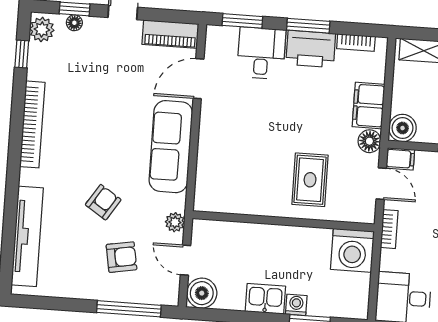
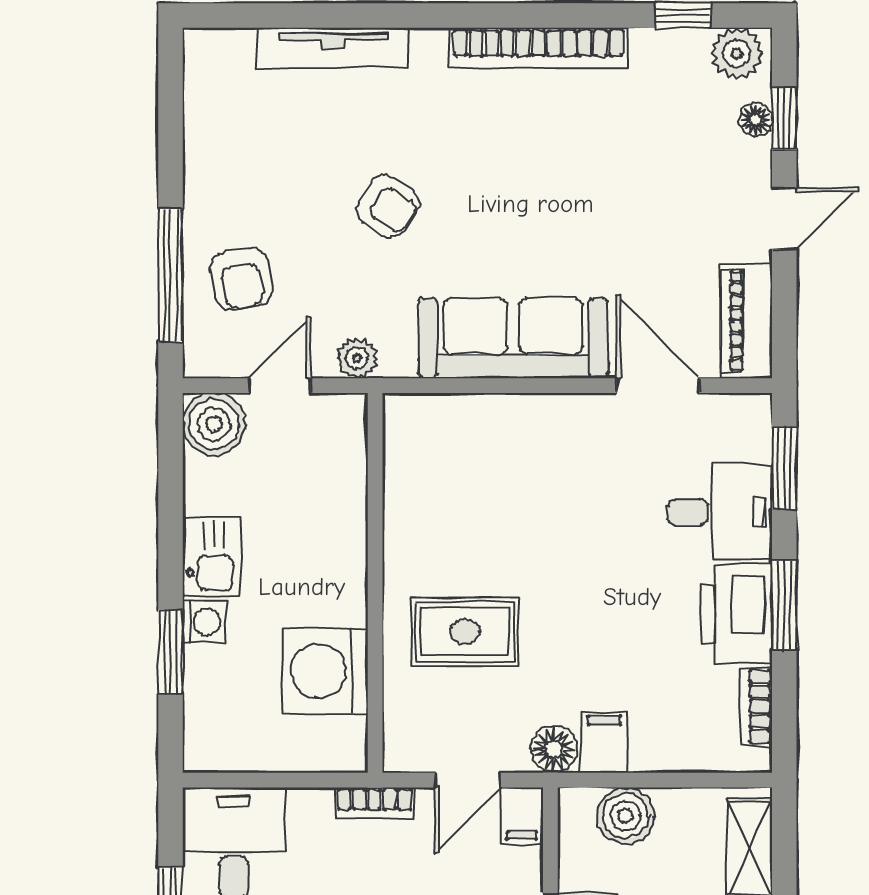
filing cabinet: (369, 106) -> (605, 742), width x0.50
boiler: (403, 128) -> (626, 816), moved
tv unit: (27, 236) -> (333, 48), width x0.73, depth x0.78
washing machine: (352, 250) -> (325, 671), moved
armchair: (122, 257) -> (241, 279), moved

